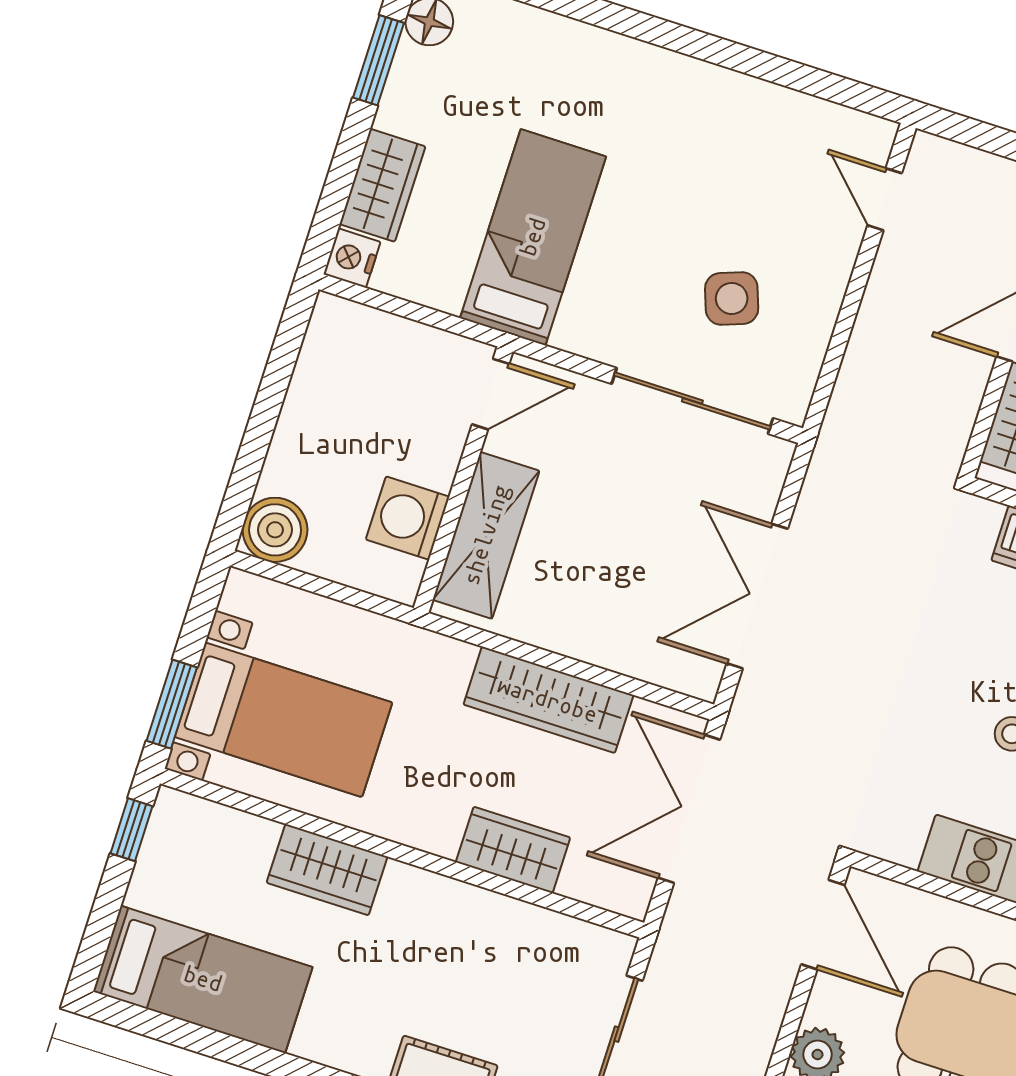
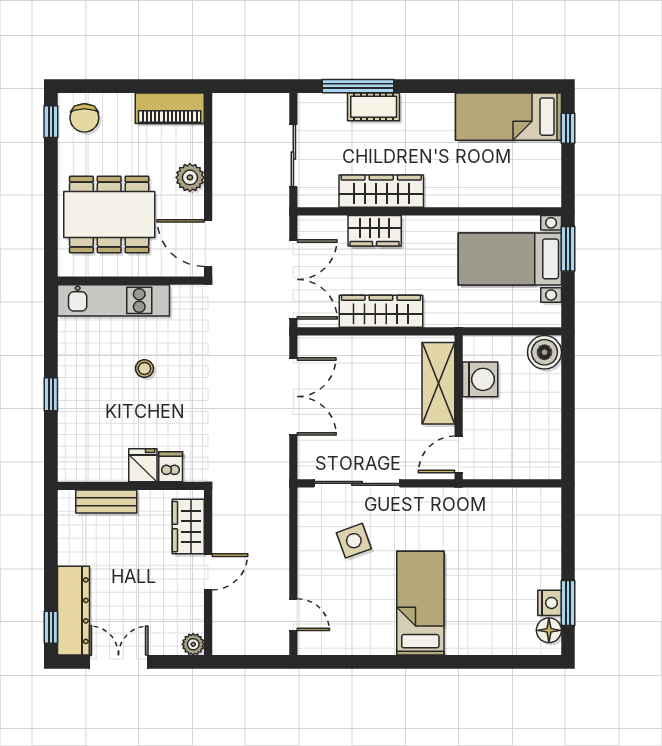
wardrobe: (382, 185) -> (546, 541), removed
bed: (533, 237) -> (420, 603), moved, turned 180
nightstand: (352, 258) -> (550, 603), moved
window: (132, 830) -> (568, 128), moved
wardrobe: (327, 870) -> (381, 191), moved, width x1.50

